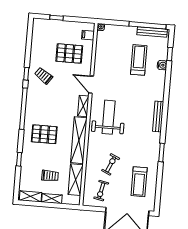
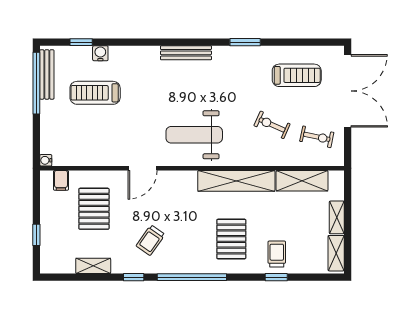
trolley: (44, 76) -> (151, 240), moved
shelving: (83, 106) -> (93, 266), moved
trolley: (50, 176) -> (277, 254), moved

